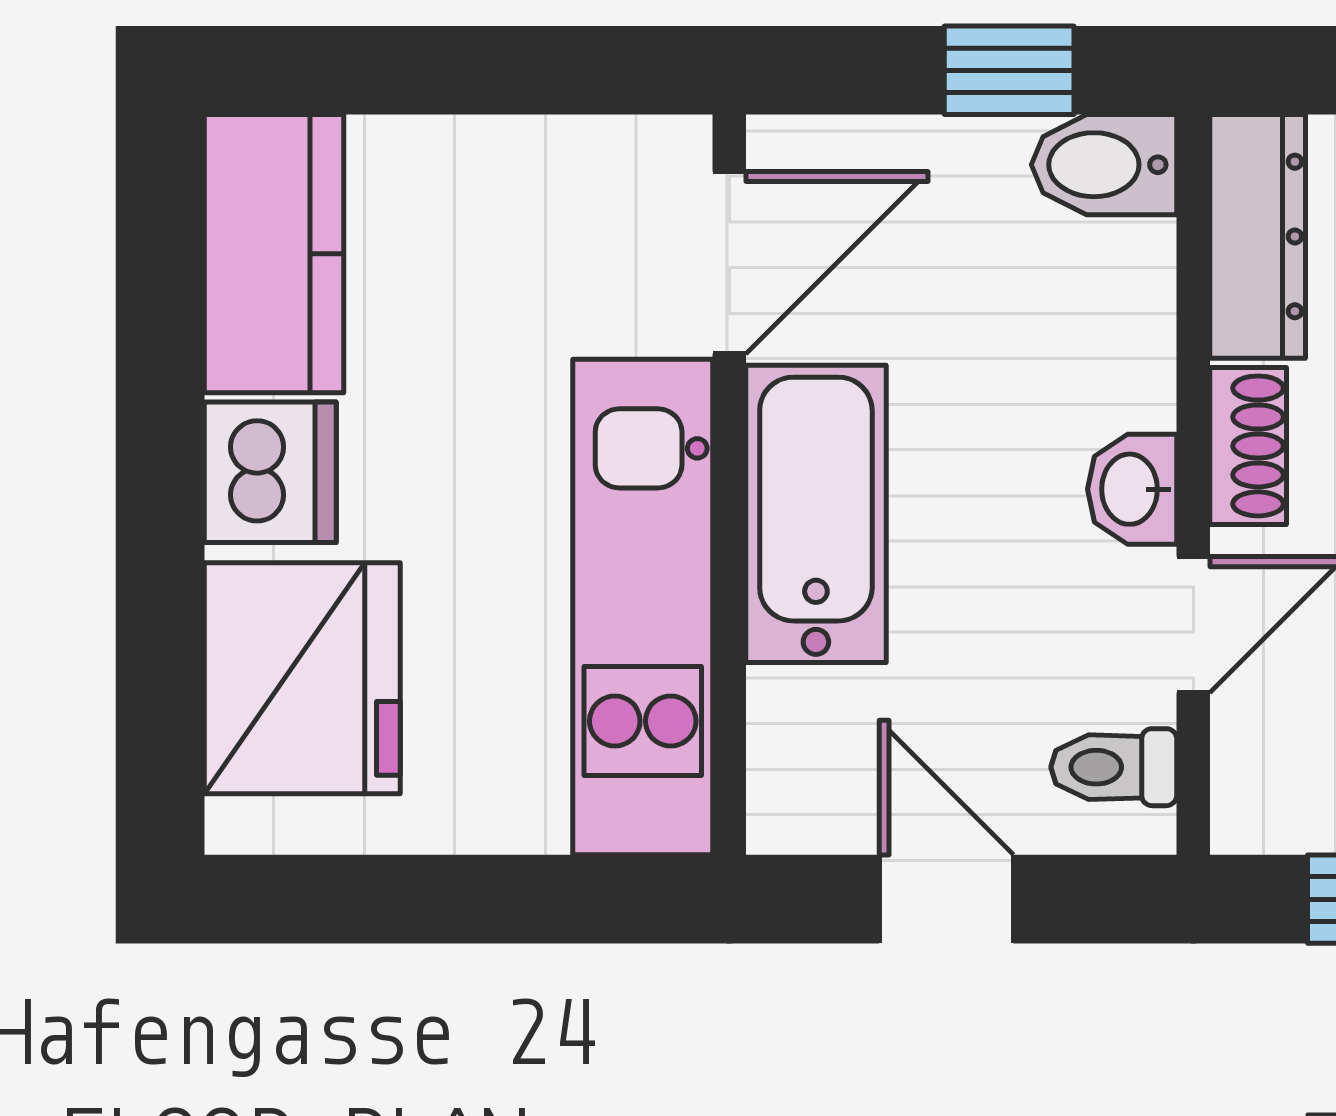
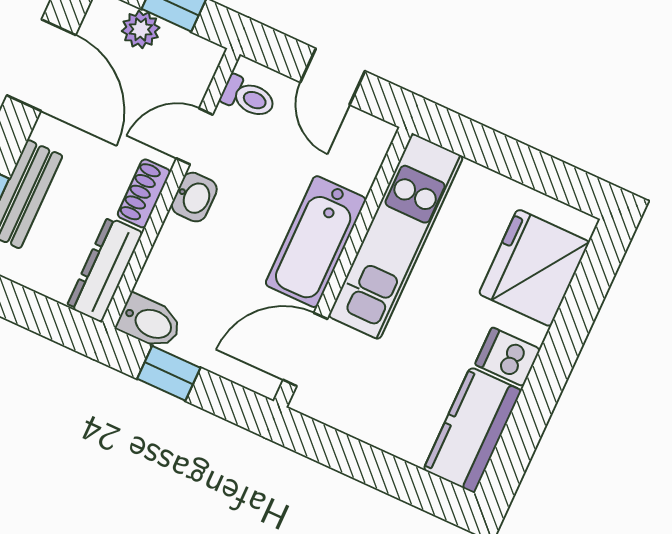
dishwasher: (270, 472) -> (508, 357), width x0.73

